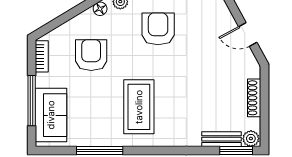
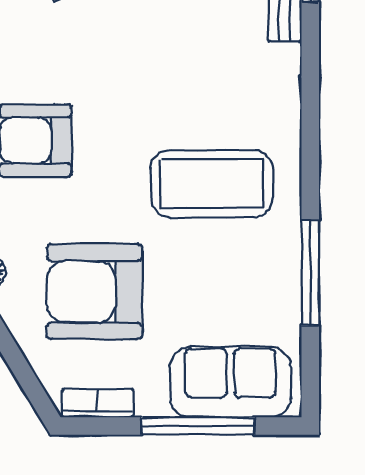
armchair: (91, 55) -> (95, 292), width x1.36, depth x1.36

